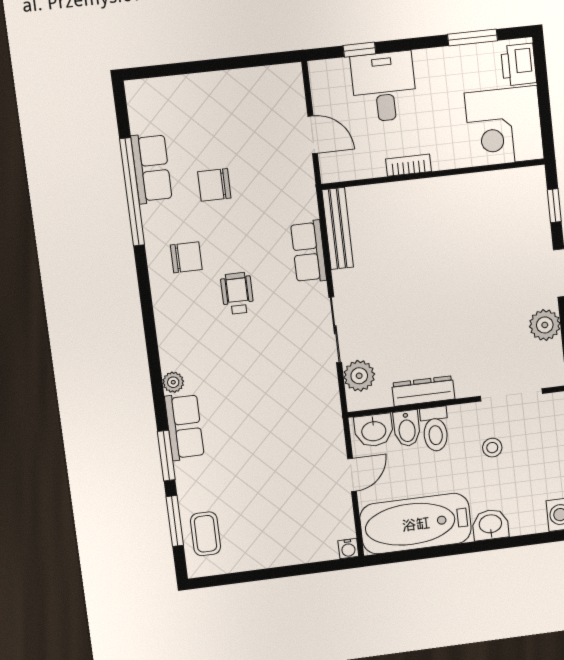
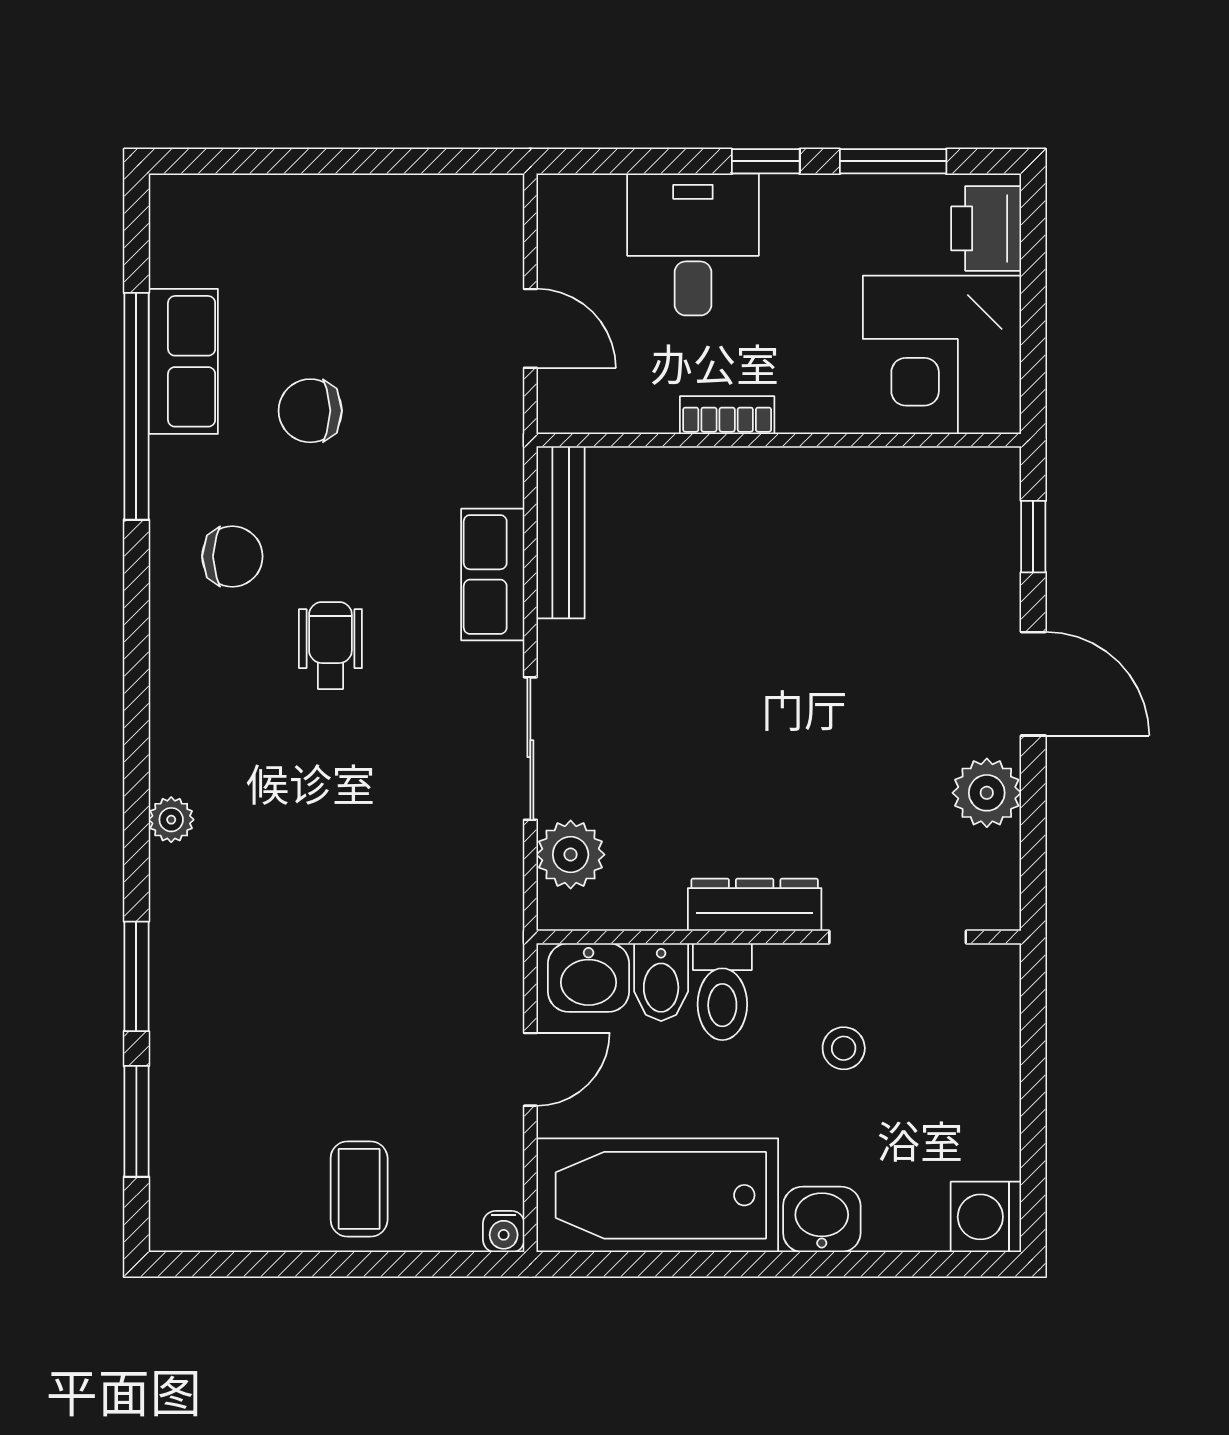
window: (359, 50) -> (766, 161), moved
dresser: (423, 391) -> (755, 905), moved
row of seats: (184, 427) -> (183, 919), removed
coffee table: (206, 534) -> (359, 1189), moved

